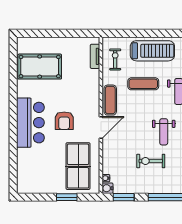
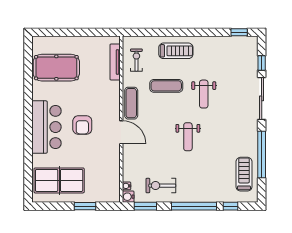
treadmill: (152, 51) -> (176, 51), width x0.73, depth x0.73
tv unit: (95, 56) -> (115, 62), width x1.41
door: (101, 128) -> (121, 132), hinge flipped
exercise bike: (151, 161) -> (161, 186), moved
table tennis table: (78, 166) -> (59, 180), moved, turned 90

